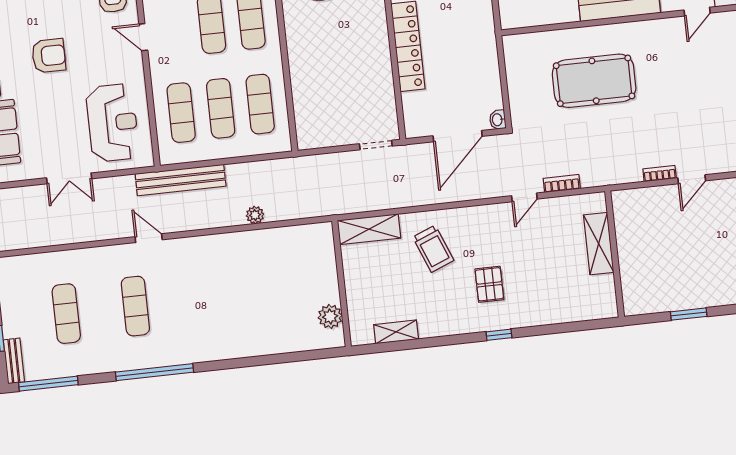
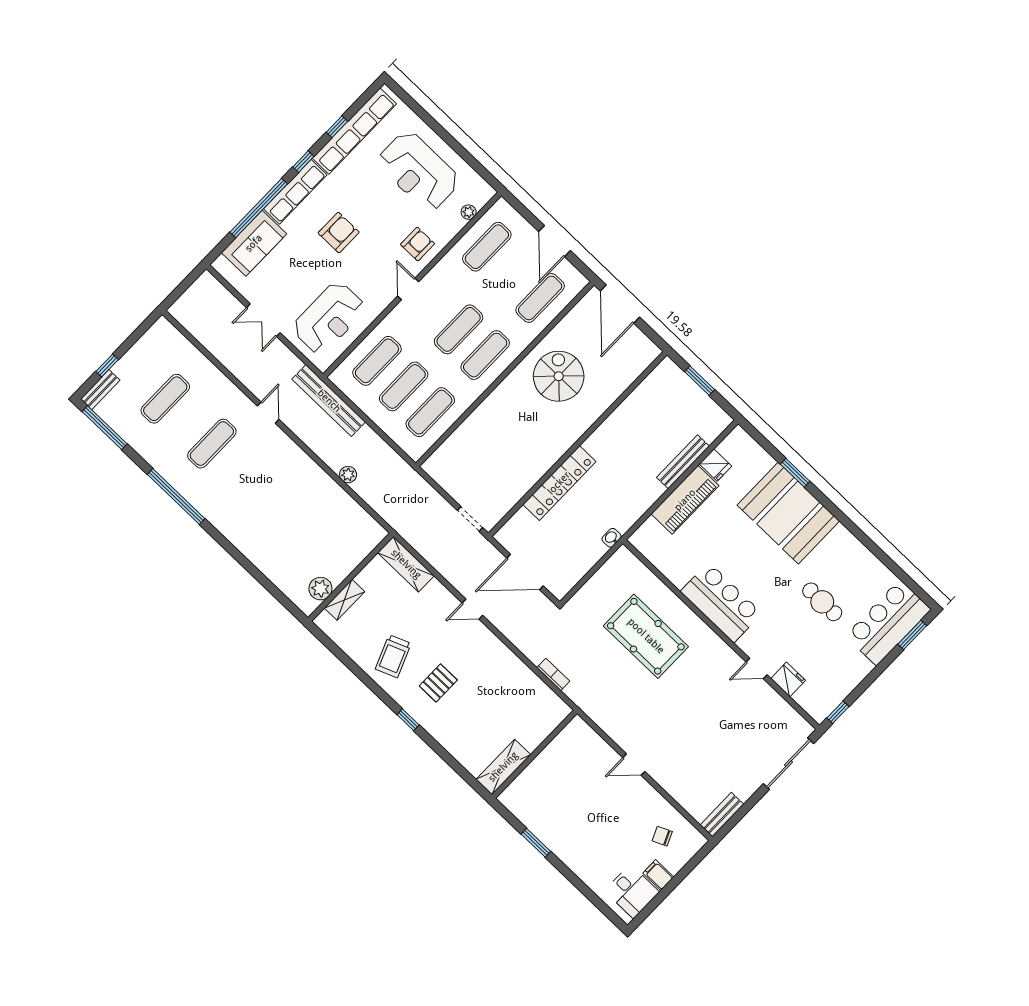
armchair: (49, 56) -> (339, 233), turned -90
washbasin: (498, 120) -> (612, 538), moved
bookcase: (660, 174) -> (619, 738), removed
door: (524, 197) -> (472, 609), moved
shelving: (599, 244) -> (503, 767), moved
trolley: (433, 249) -> (393, 656), moved
shelving: (396, 332) -> (345, 600), moved, turned 90

